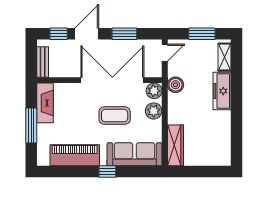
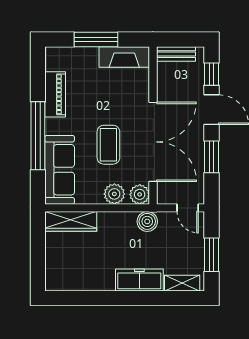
piano: (75, 155) -> (55, 94), width x0.73, depth x0.75
window: (107, 172) -> (38, 136), width x3.17

